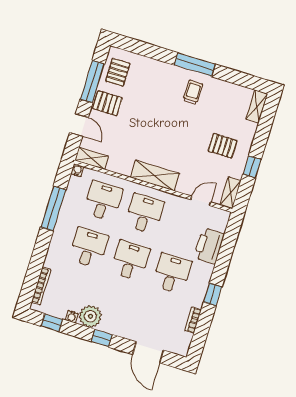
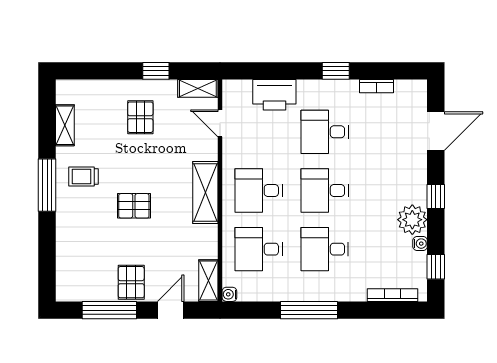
pallet: (118, 72) -> (134, 206), moved
shelving: (257, 106) -> (65, 125), moved, turned 90
window: (53, 209) -> (309, 310), moved

